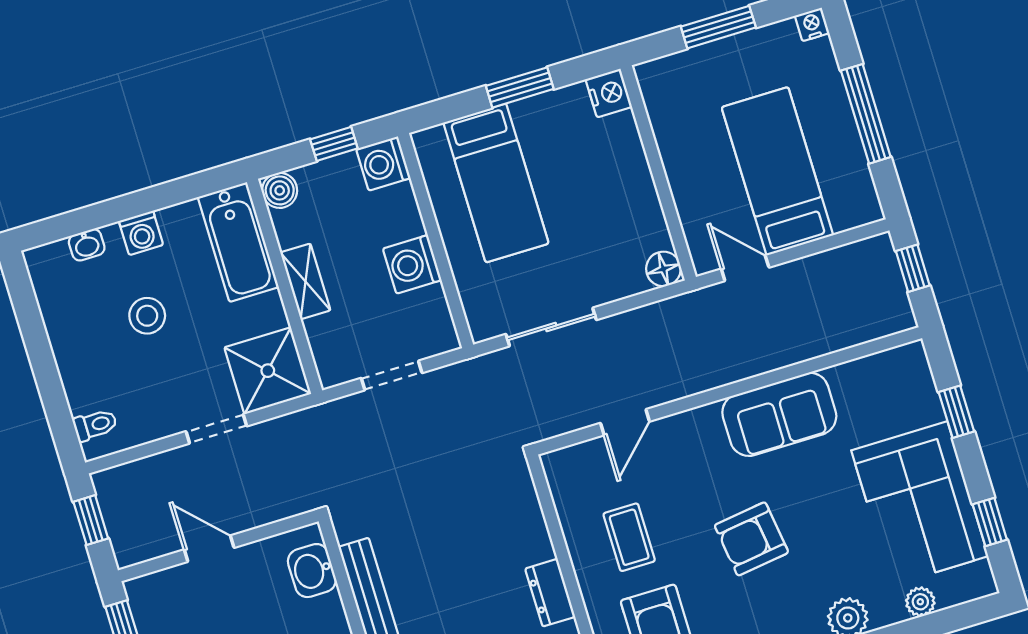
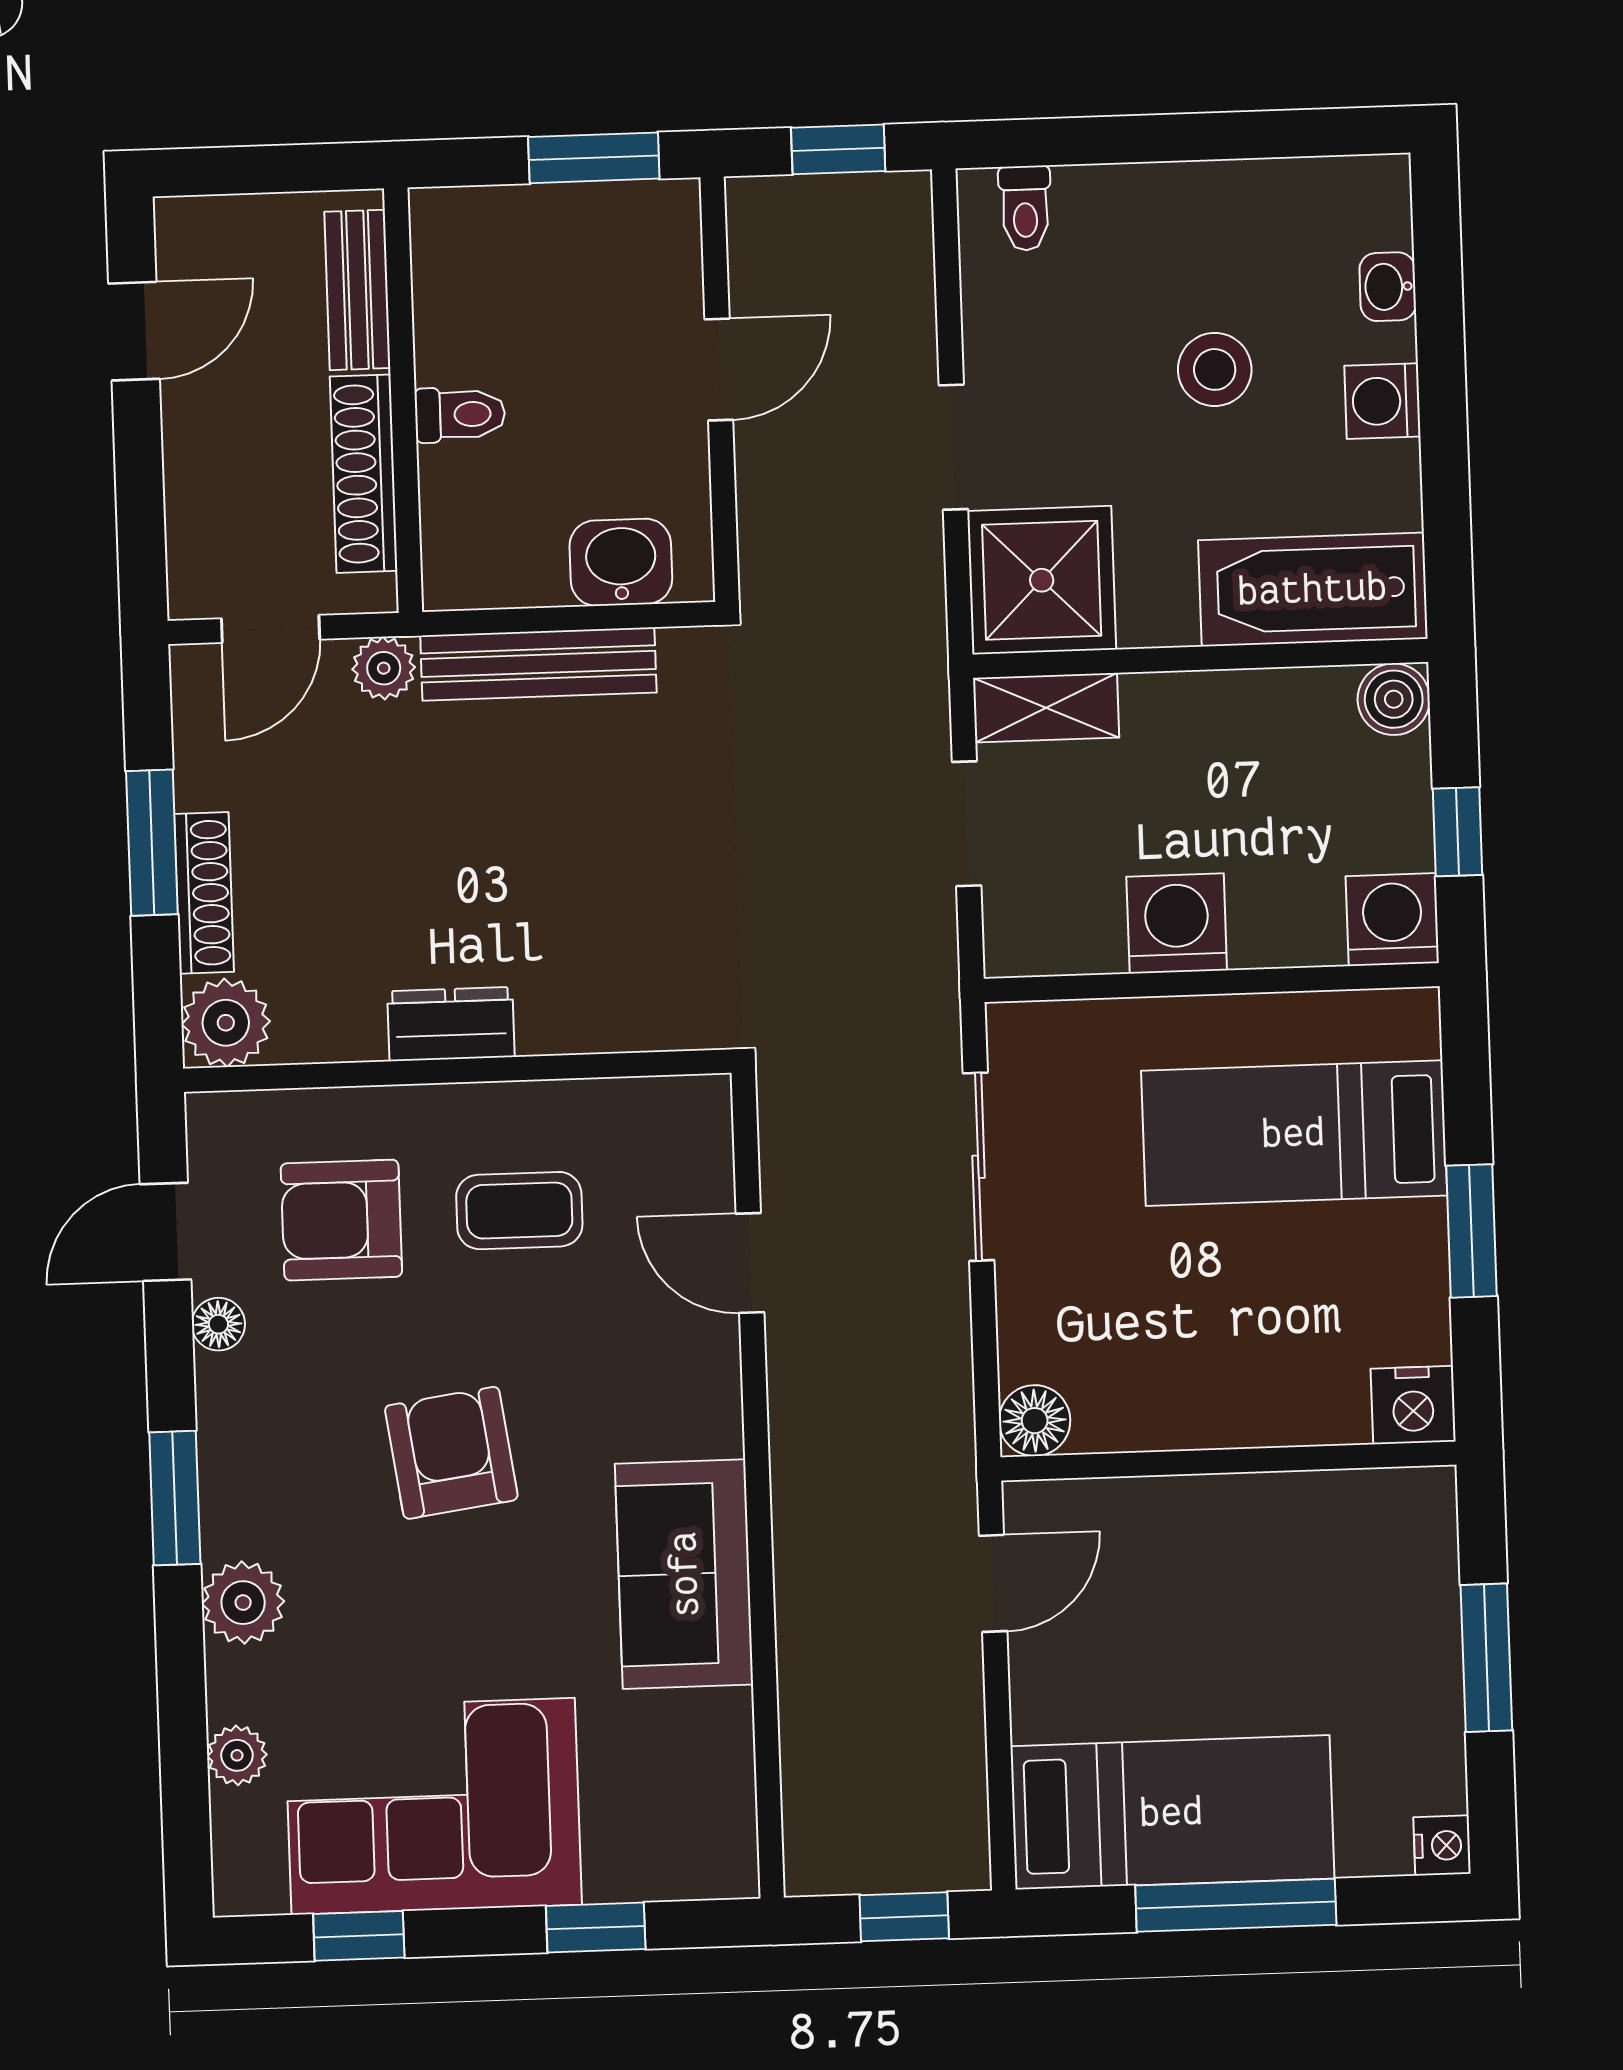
bed: (777, 171) -> (1172, 1812), moved
shelving: (305, 281) -> (1046, 708), moved

